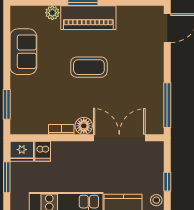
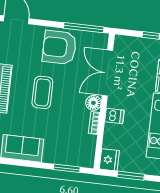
armchair: (142, 80) -> (59, 47), added
dishwasher: (43, 151) -> (114, 116), moved

